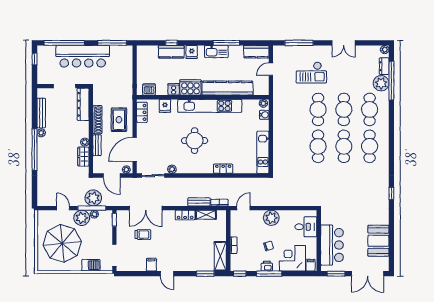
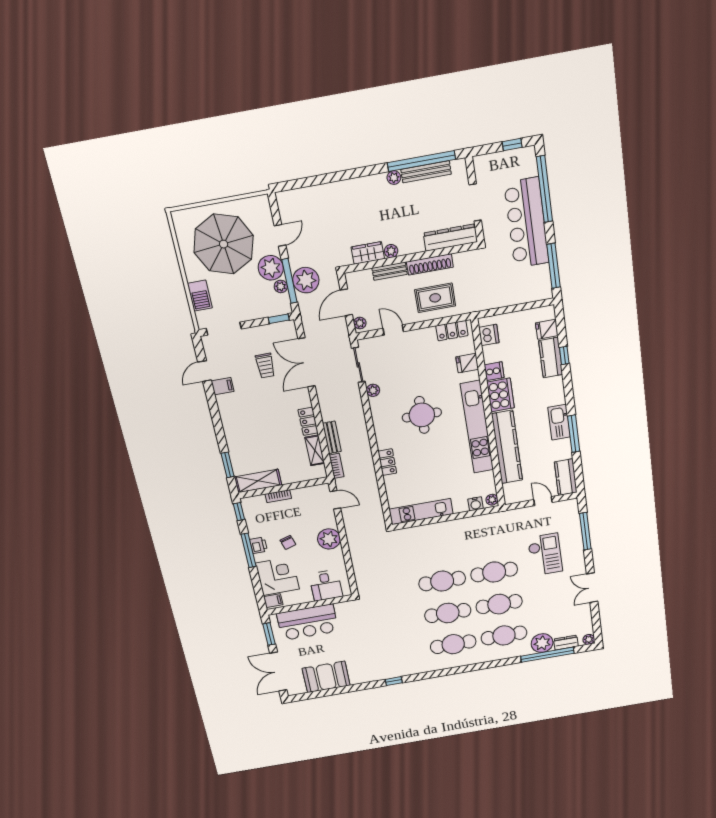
fridge: (192, 52) -> (547, 329), moved
checkout: (311, 73) -> (545, 554), turned 180
door: (135, 149) -> (393, 330), width x0.53
window: (35, 150) -> (421, 161), moved
door: (167, 274) -> (205, 371), moved

